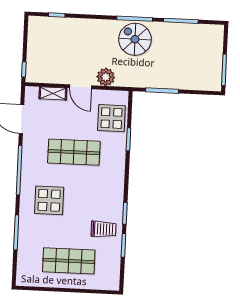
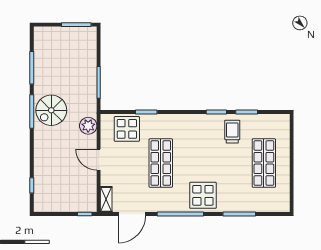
plant: (106, 77) -> (88, 126), moved
door: (81, 87) -> (99, 160), swing flipped
shelving: (53, 93) -> (106, 199), moved
display table: (49, 200) -> (203, 195), moved

